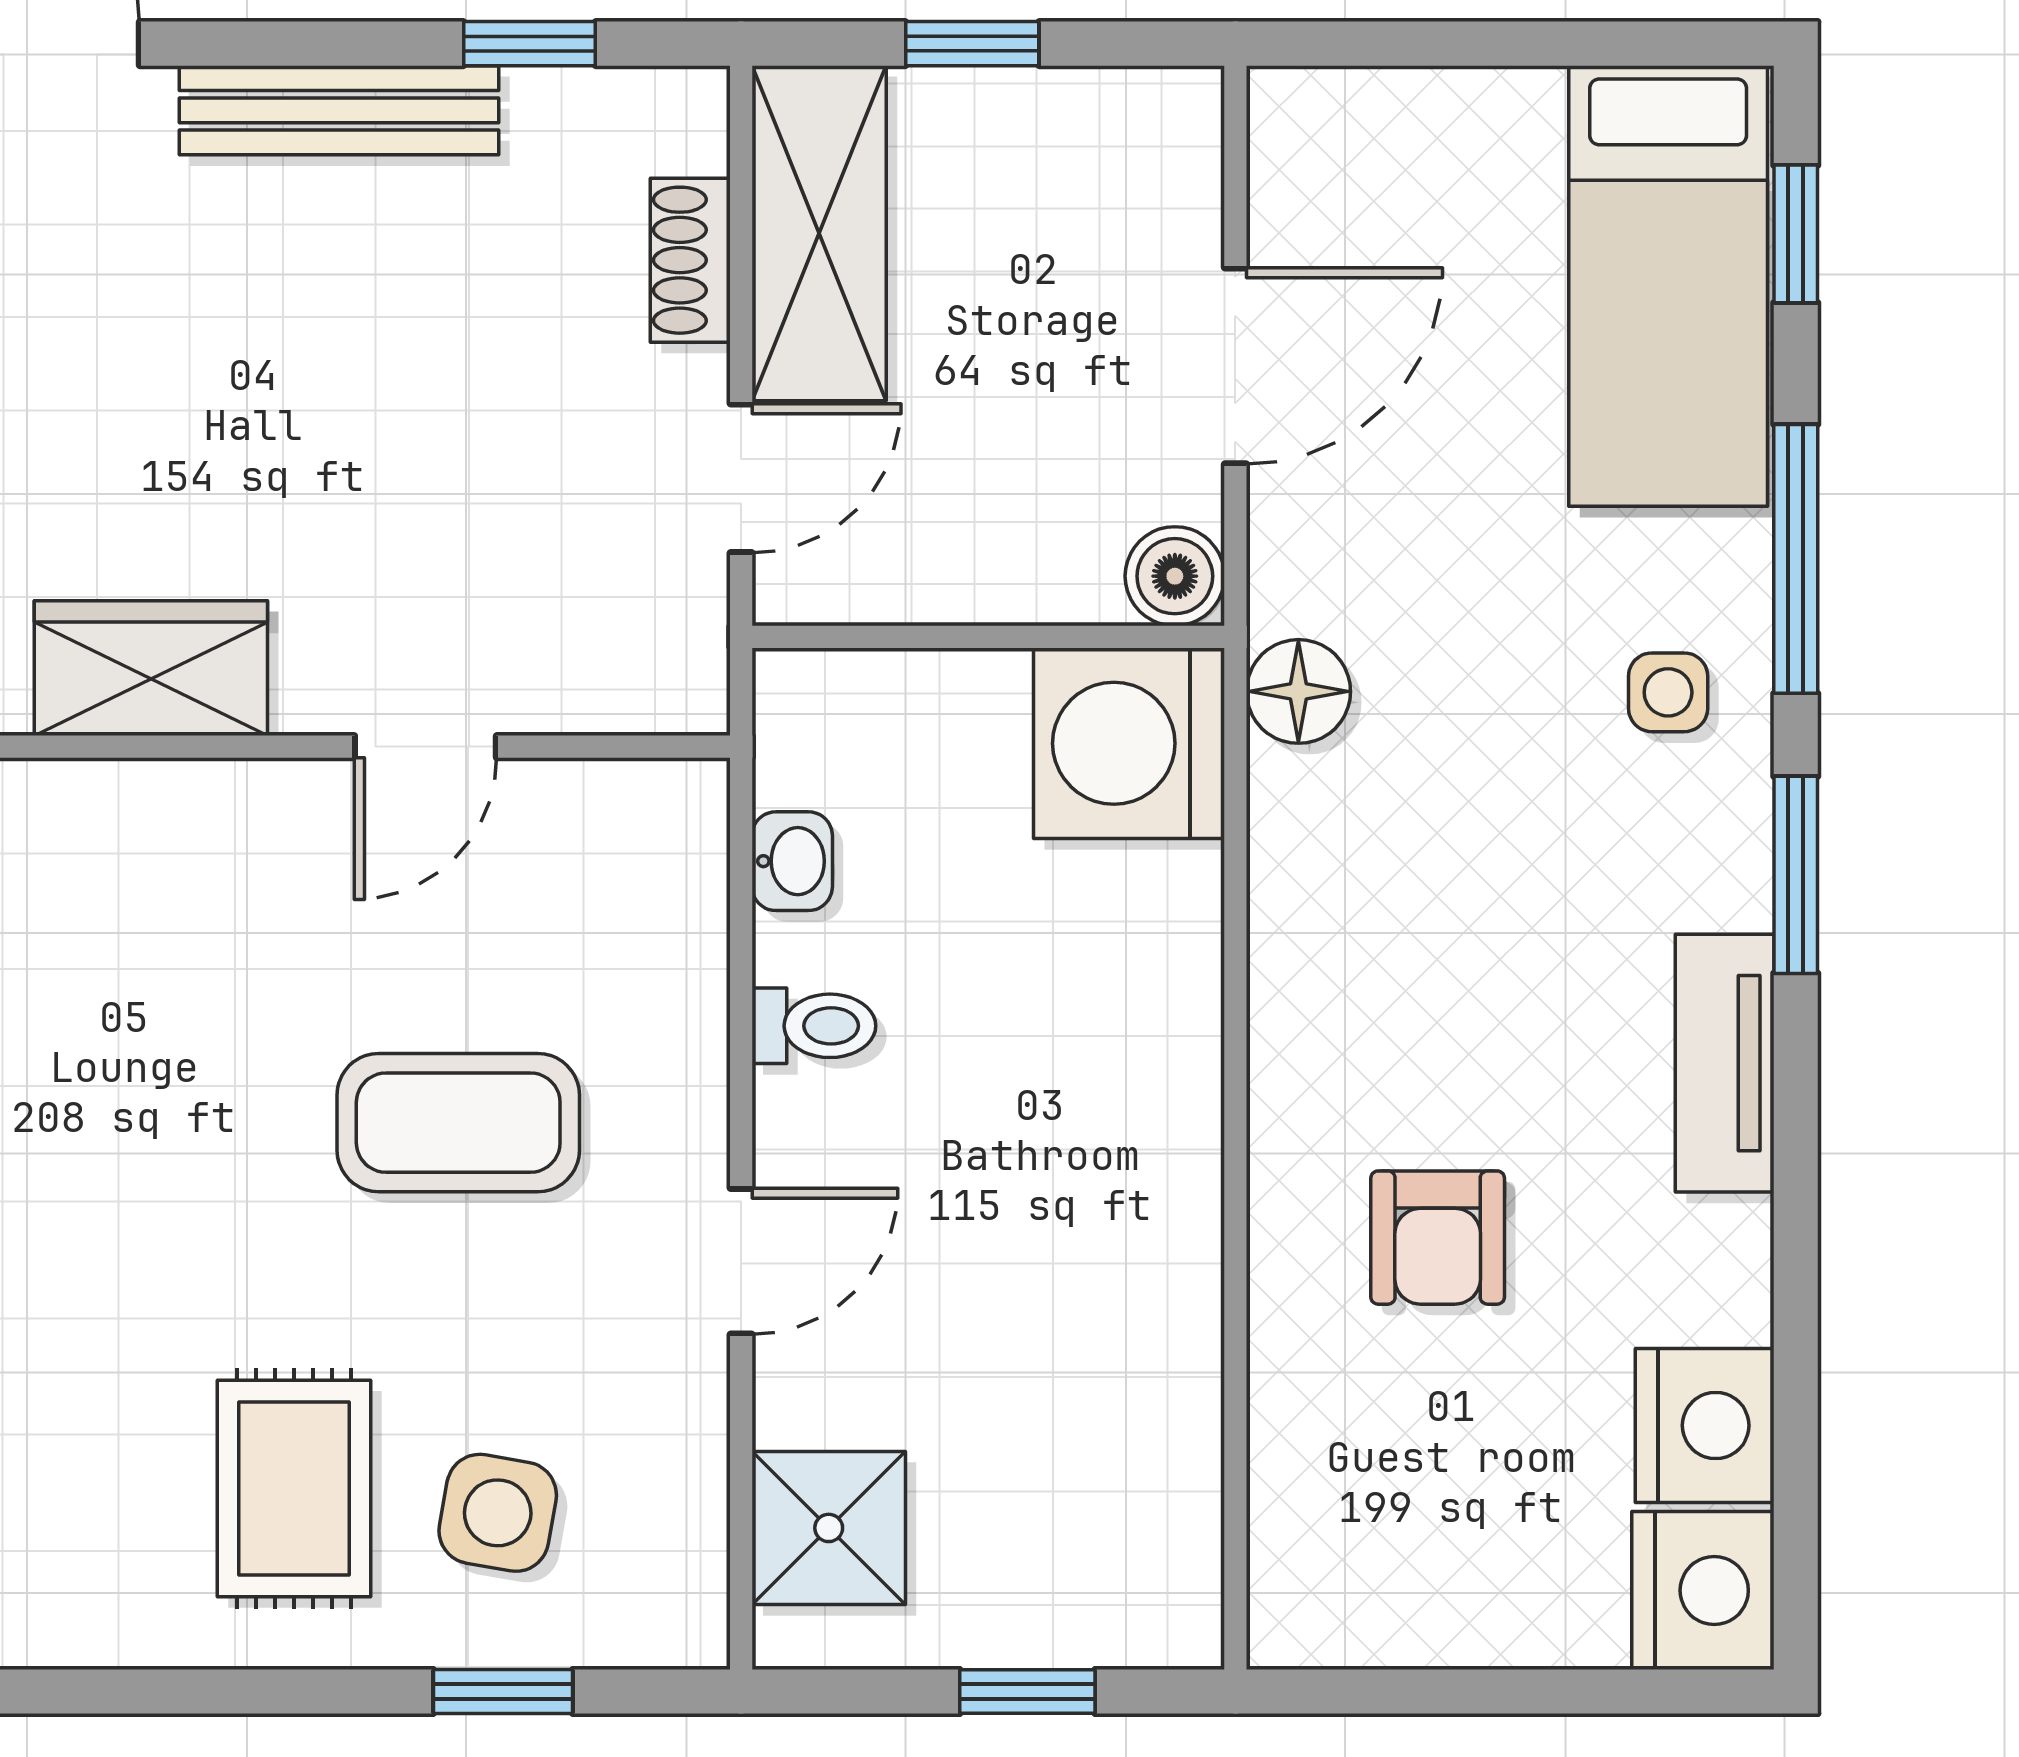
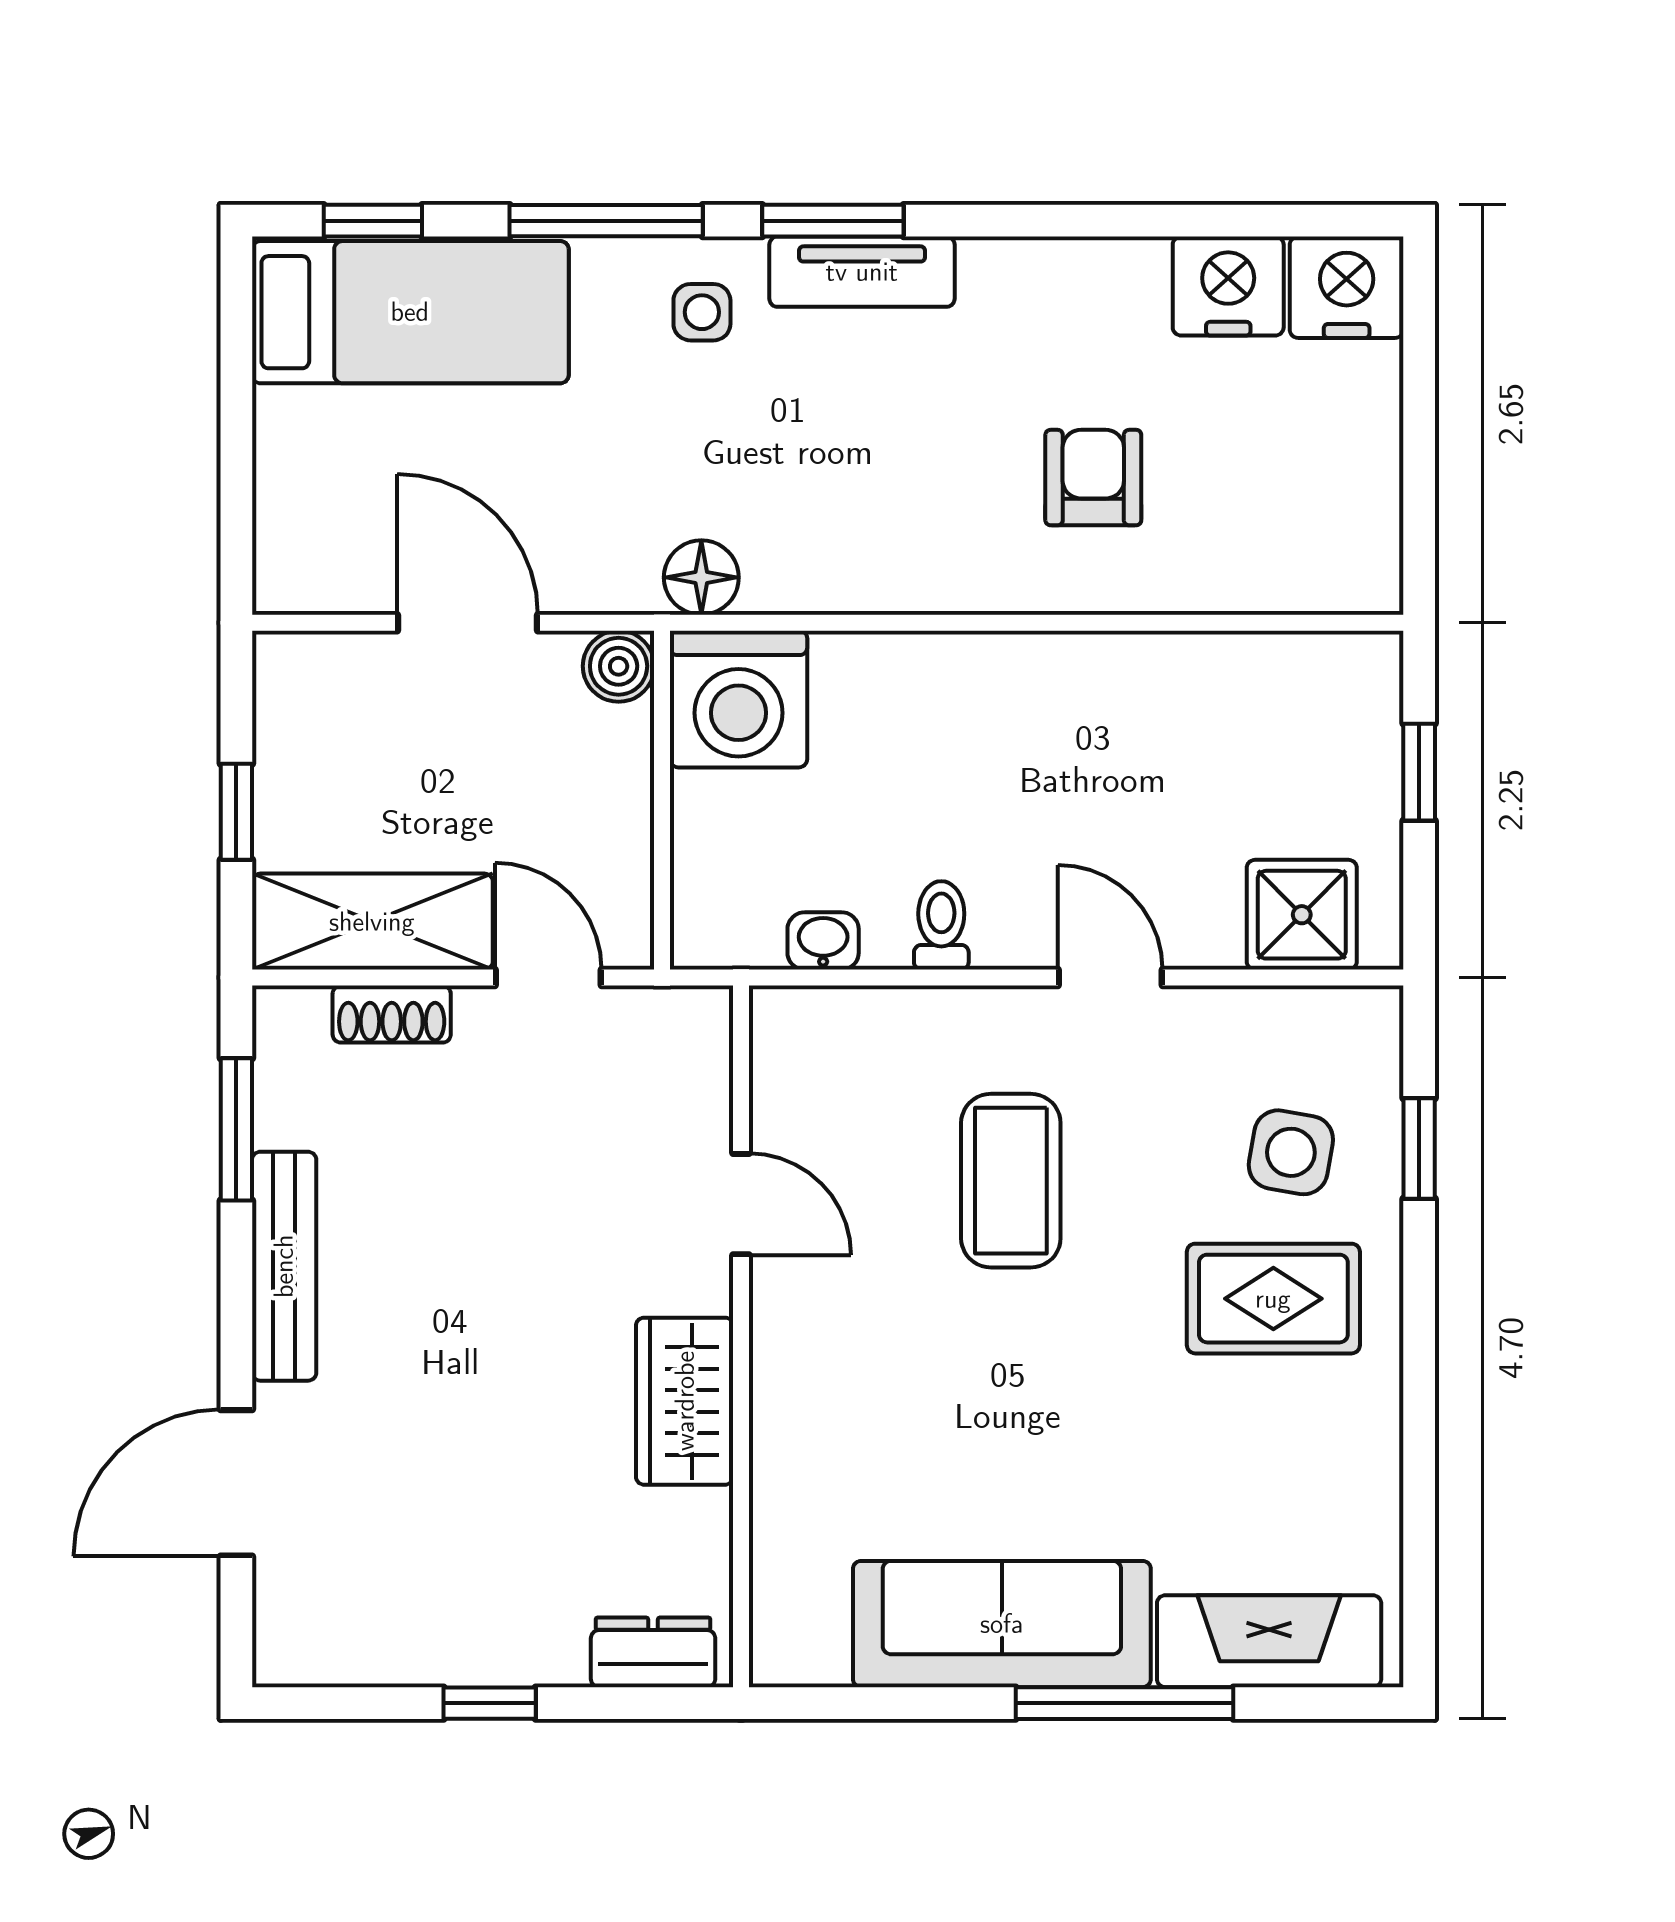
window: (530, 44) -> (236, 1129), width x1.50
tv unit: (1725, 1063) -> (862, 272), moved
armchair: (1438, 1238) -> (1093, 478), turned -90

